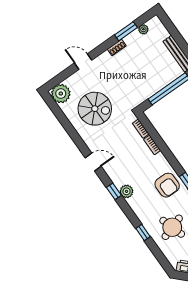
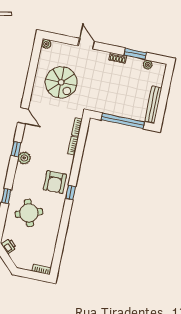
plant: (61, 94) -> (46, 44), width x0.53, depth x0.53

